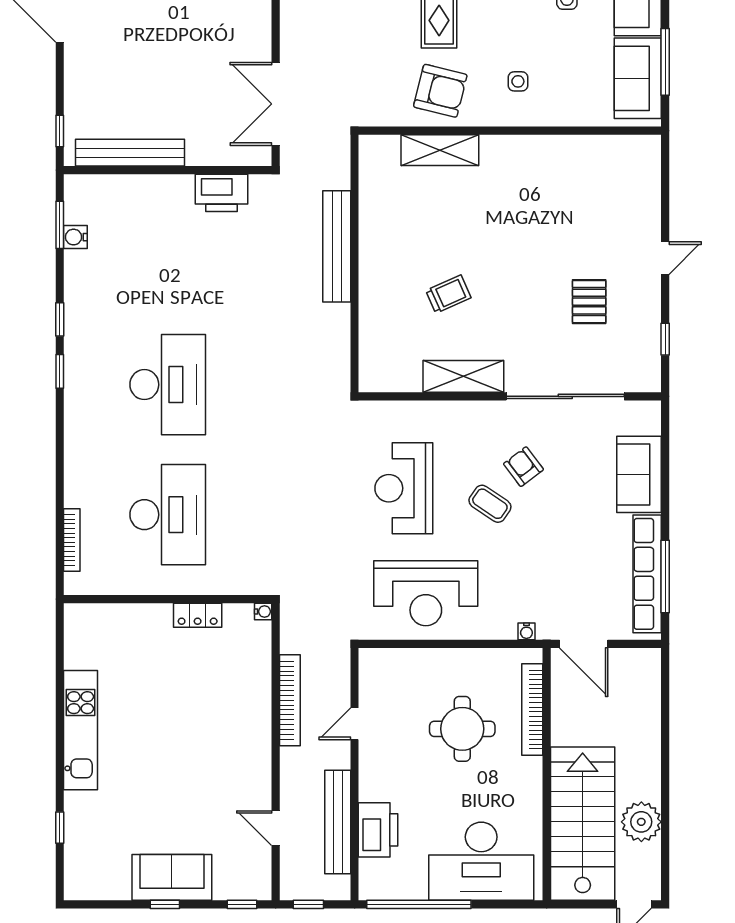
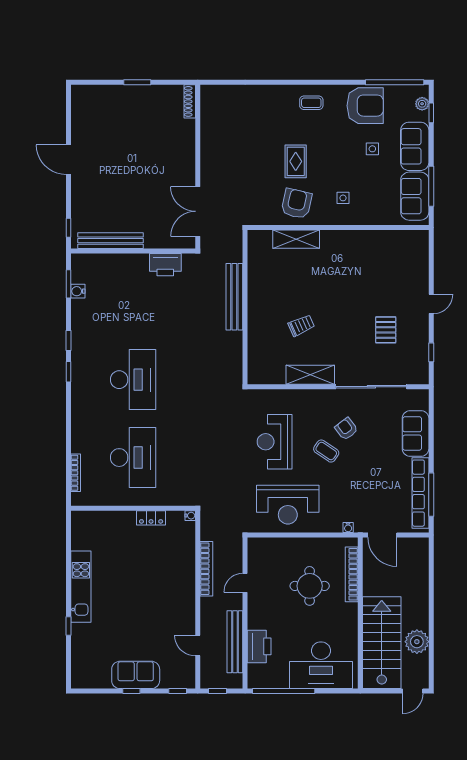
armchair: (440, 91) -> (296, 204), turned -91
window: (60, 828) -> (68, 626), moved

